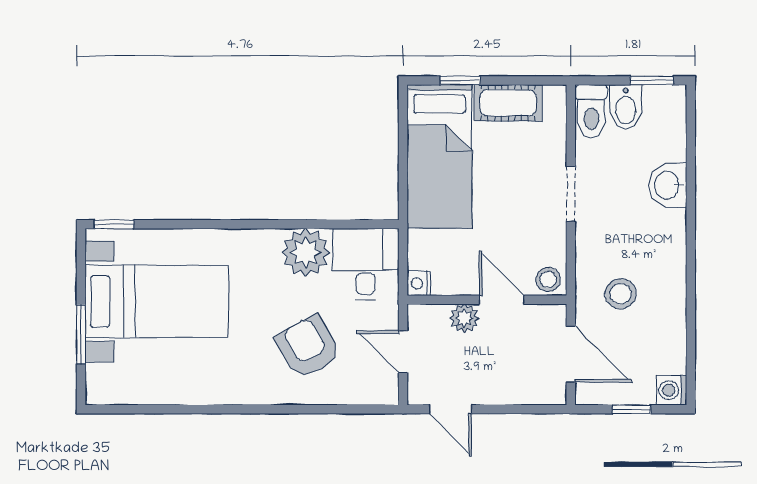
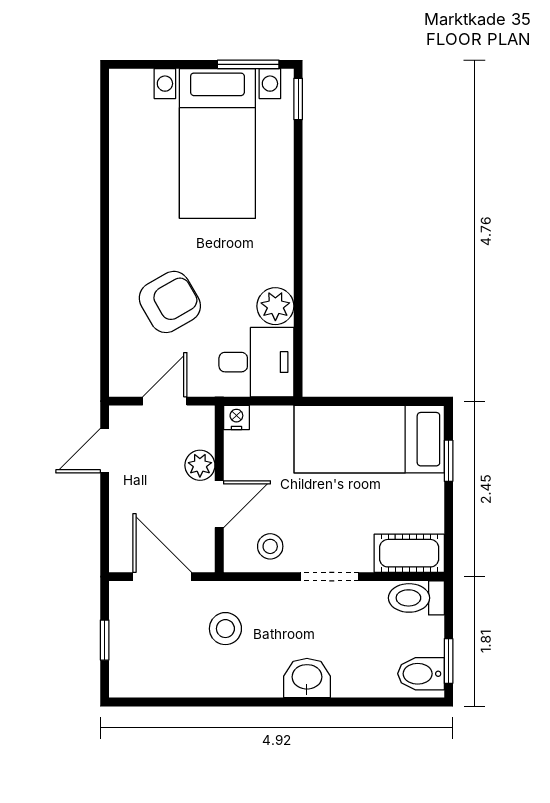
cot: (508, 103) -> (409, 553), moved, turned 90
bidet: (626, 107) -> (421, 674), moved
washbasin: (668, 185) -> (307, 678), moved
plant: (306, 252) -> (275, 306), width x0.73, depth x0.73
stool: (548, 280) -> (270, 546), moved
window: (81, 334) -> (248, 64), moved
door: (571, 354) -> (162, 577), swing flipped
washing machine: (672, 390) -> (125, 682), removed

